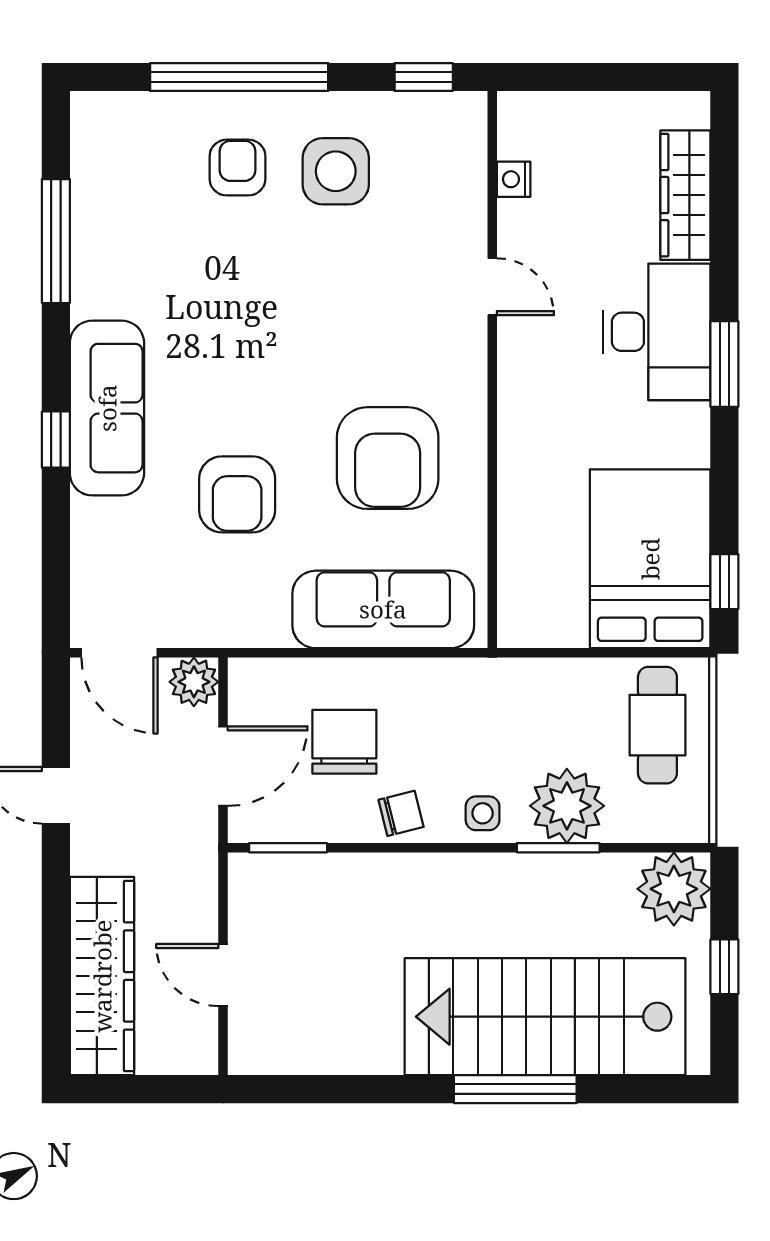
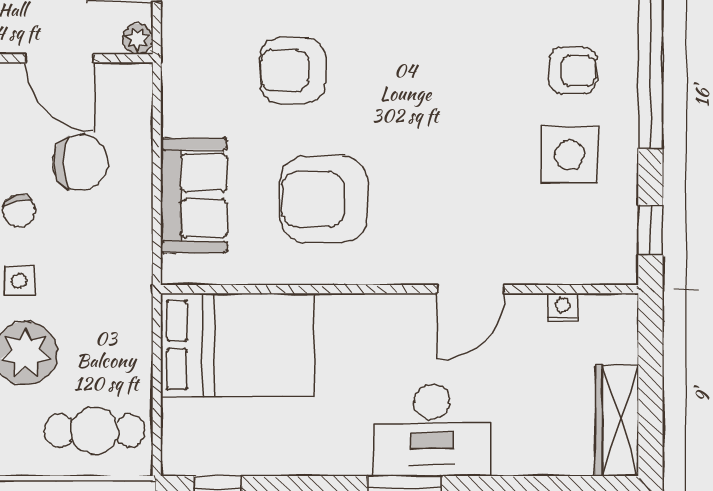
wardrobe: (685, 195) -> (617, 421), moved, turned -90
door: (492, 287) -> (471, 289), width x1.38
bed: (650, 559) -> (237, 345), moved
sofa: (383, 609) -> (194, 196), width x0.73
plant: (194, 682) -> (138, 39), width x0.73, depth x0.73

